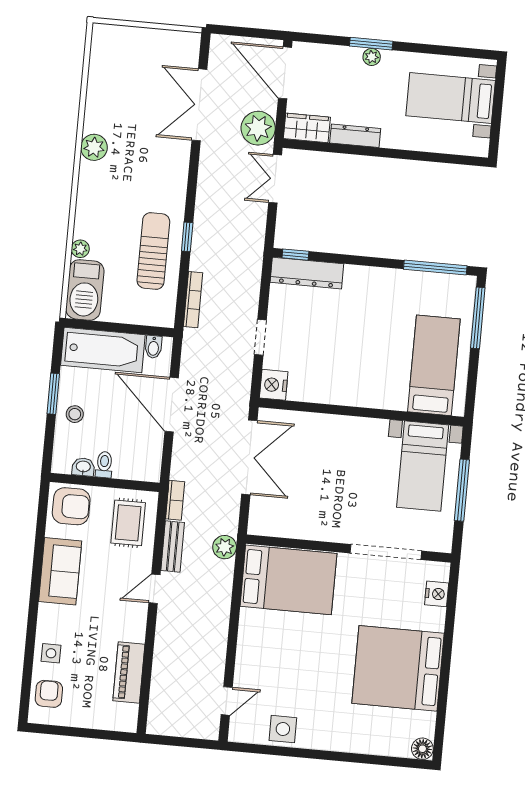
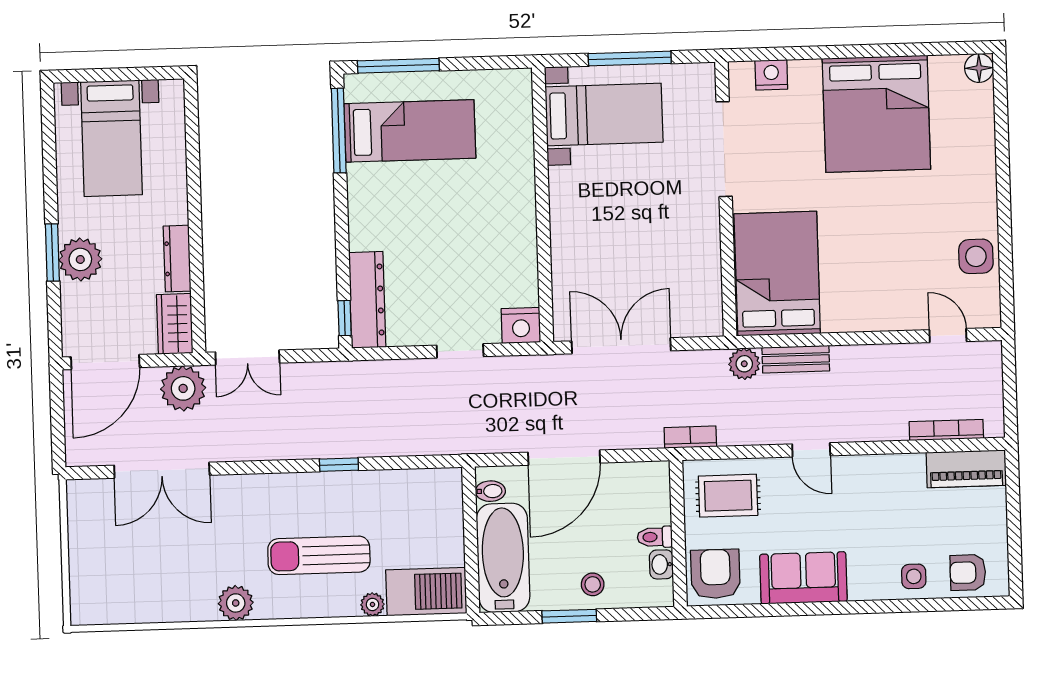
plant: (372, 57) -> (80, 259), width x1.88, depth x1.88
sun lounger: (153, 251) -> (319, 555), moved
bookcase: (193, 300) -> (946, 430), moved
bed: (434, 365) -> (410, 131), moved, turned 180
bench: (173, 546) -> (796, 359), moved
piano: (129, 672) -> (966, 469), moved

